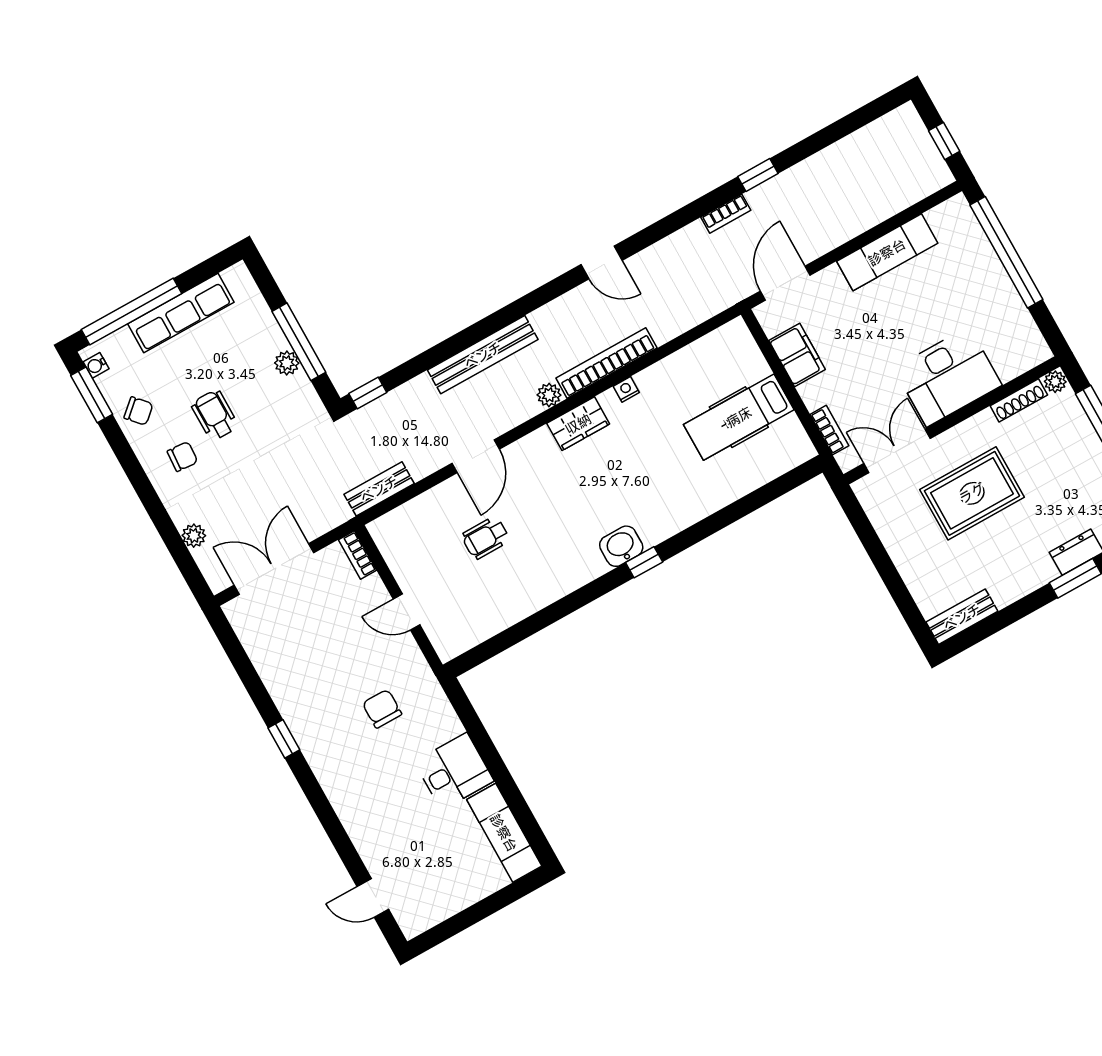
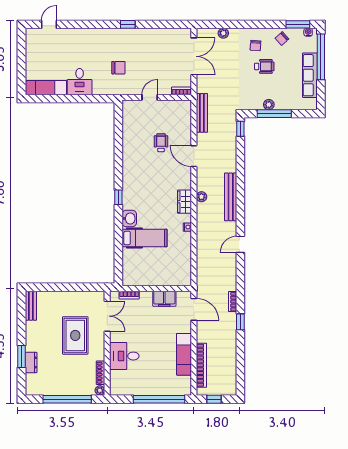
bench: (483, 355) -> (231, 197), moved
bookcase: (606, 363) -> (201, 365), moved
desk: (948, 377) -> (124, 356), width x0.73
hospital bed: (739, 417) -> (145, 238), moved, turned 90
bench: (379, 489) -> (202, 113), width x1.36
washbasin: (621, 546) -> (129, 218), moved

